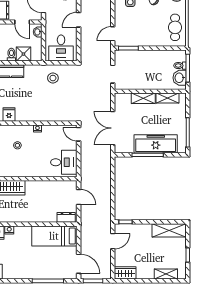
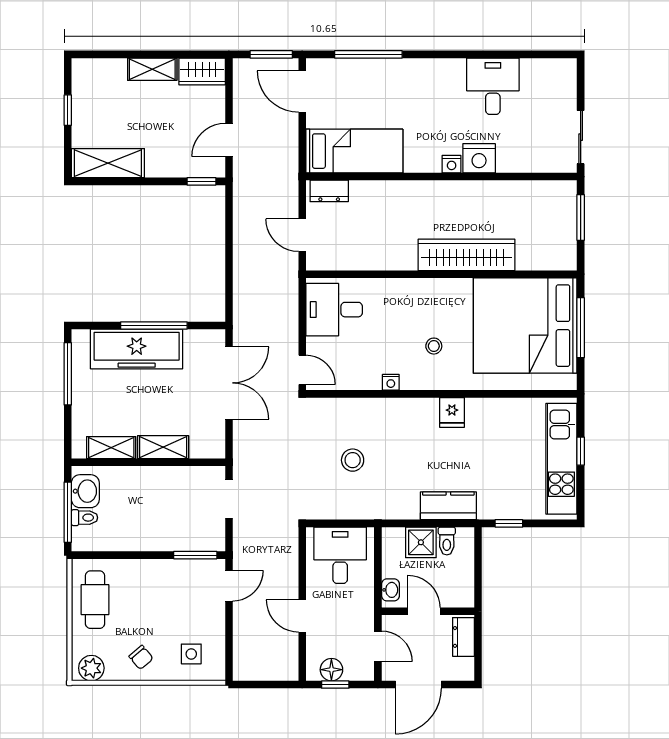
door: (79, 20) -> (302, 616), swing flipped
stool: (53, 78) -> (353, 460), moved
shelving: (166, 274) -> (152, 69), moved

